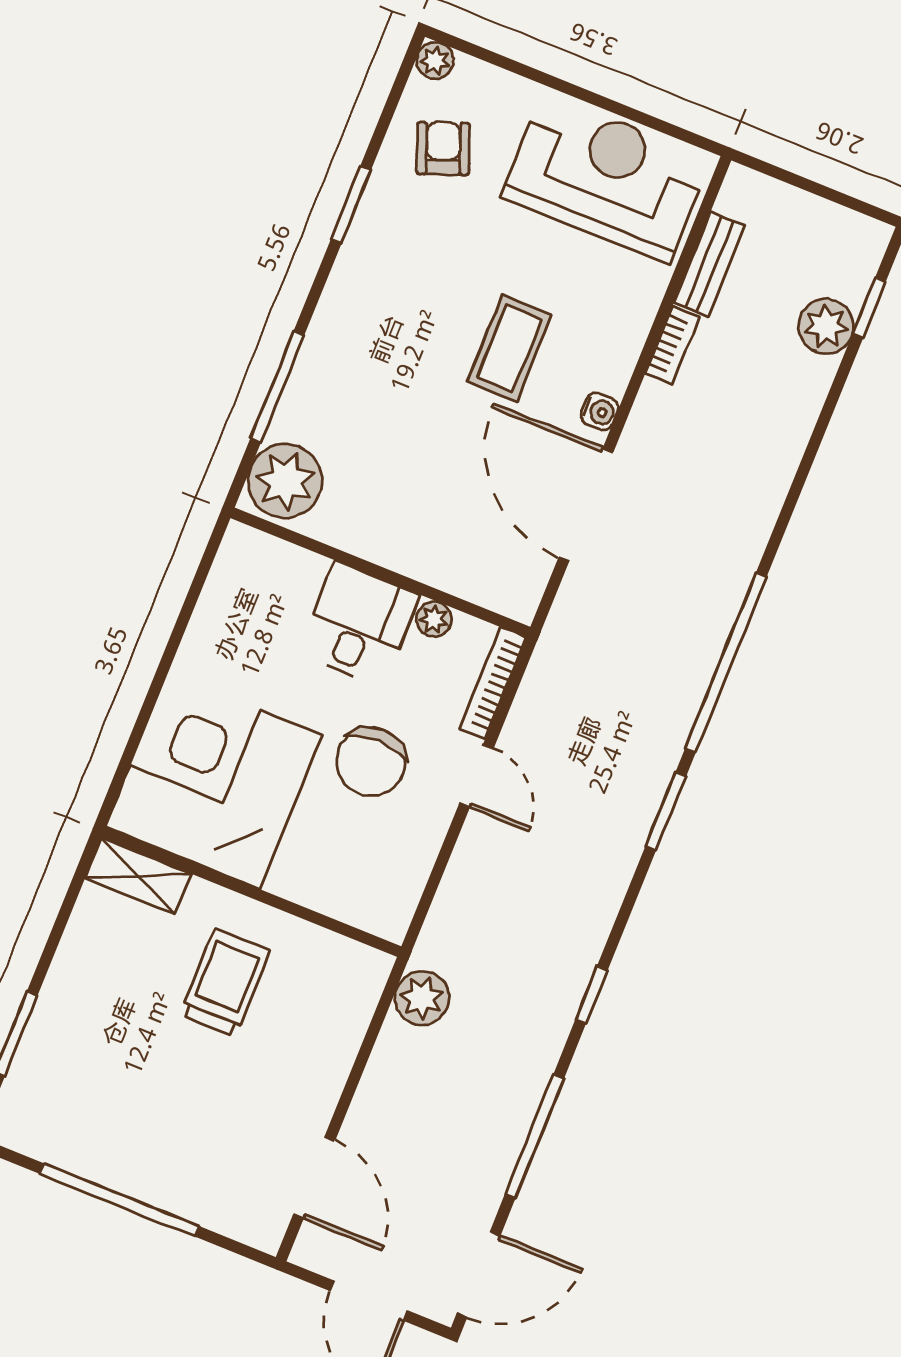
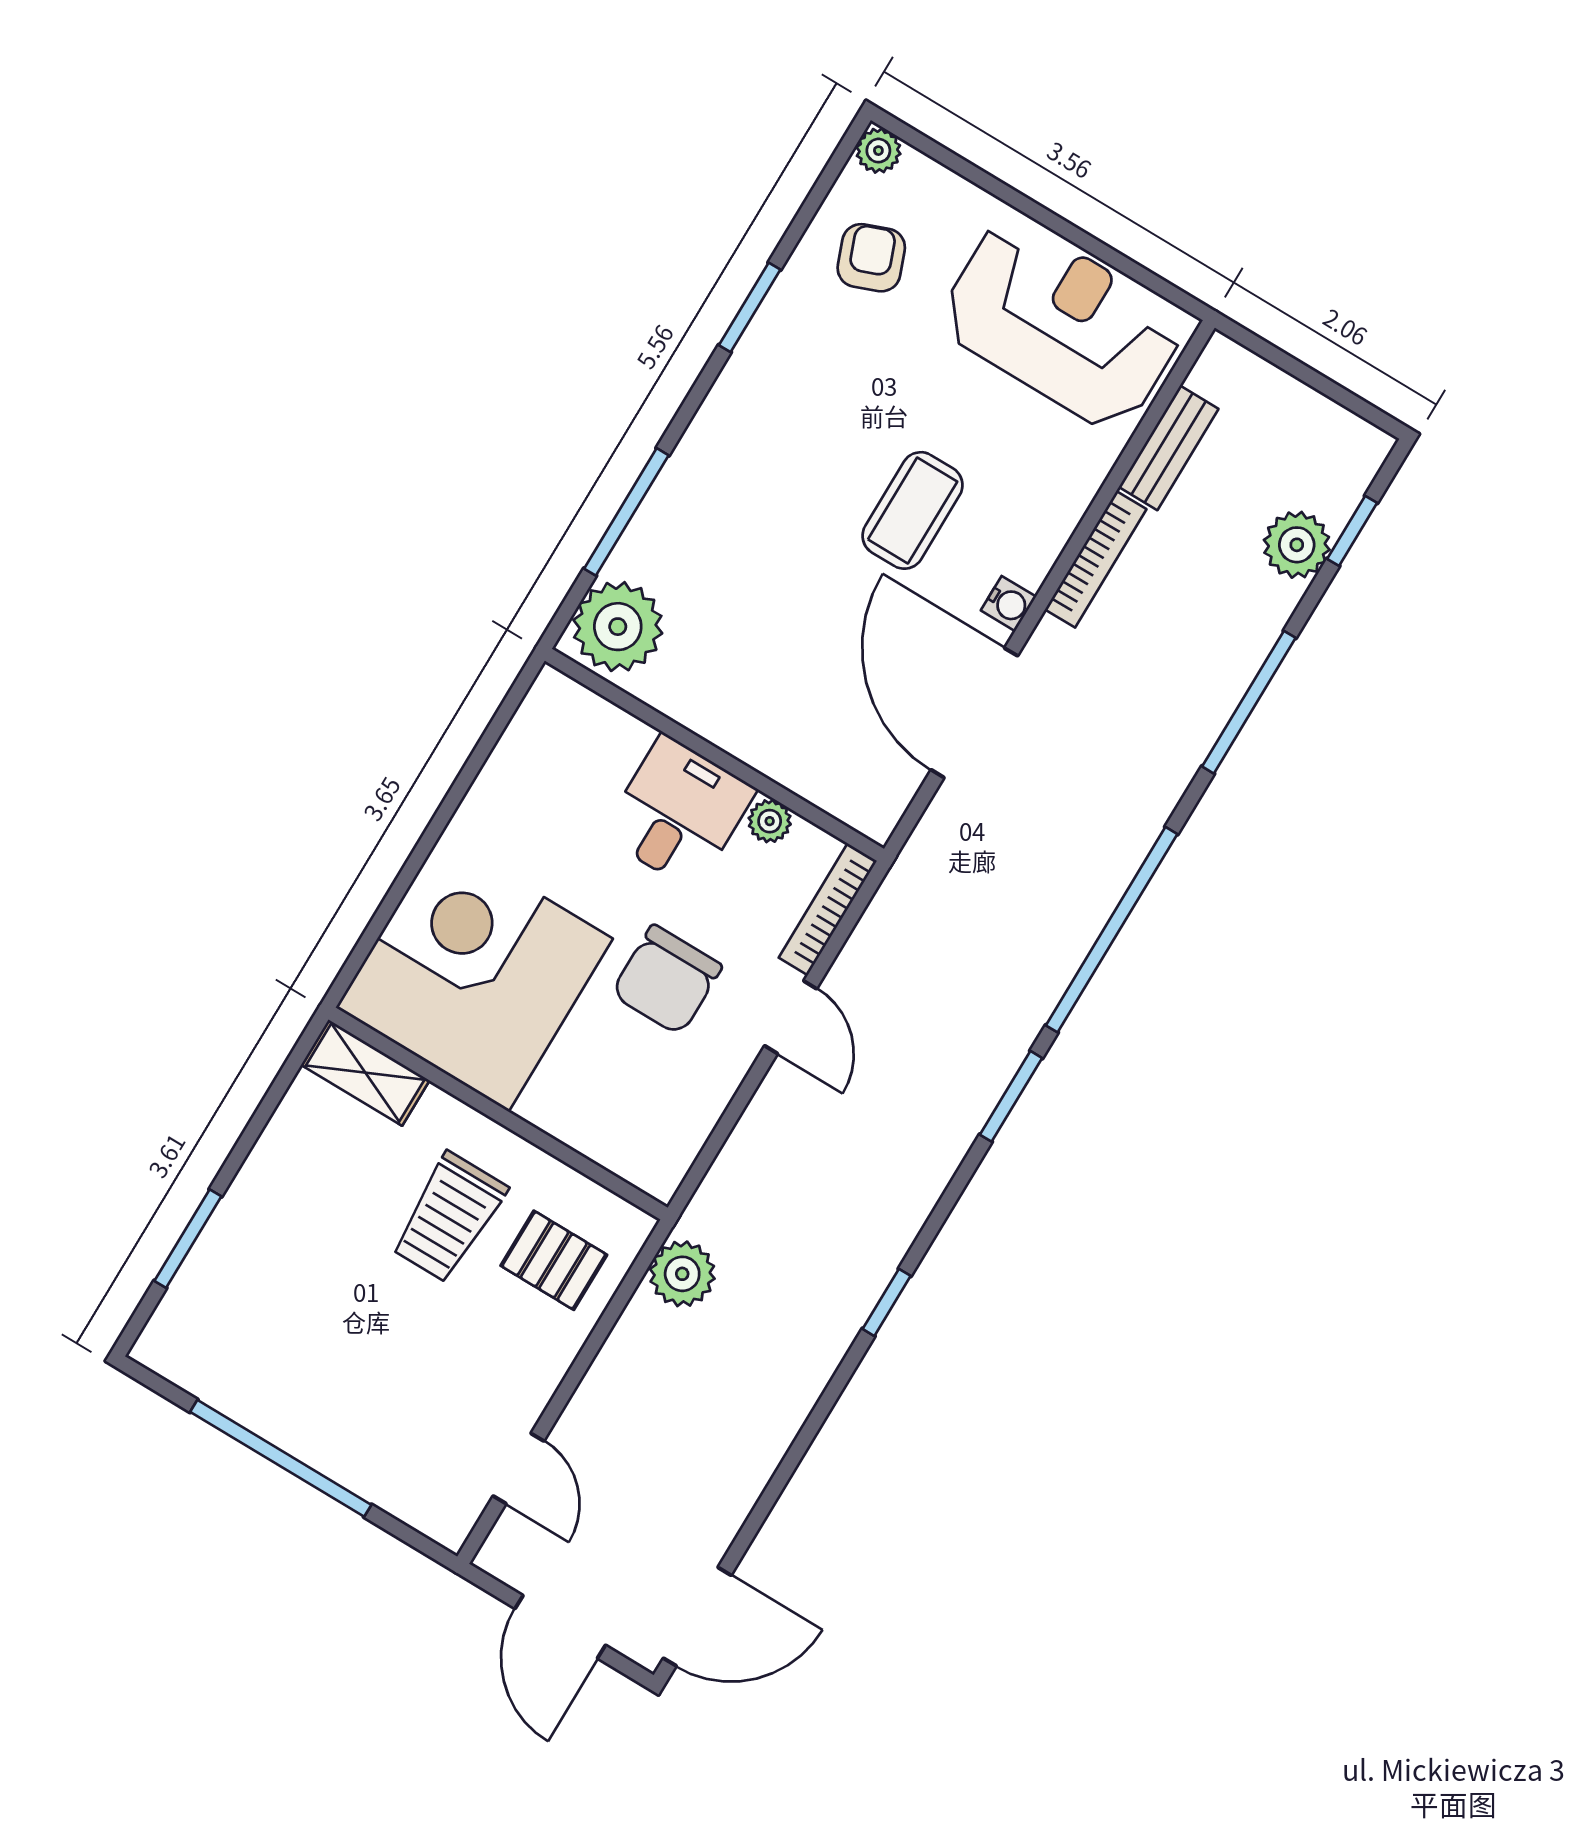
bookcase: (672, 345) -> (1096, 559), width x1.56
trolley: (225, 983) -> (449, 1217), turned 180
pallet: (316, 1004) -> (554, 1260), added
window: (534, 1136) -> (1249, 702), moved
door: (314, 1177) -> (518, 1468), width x0.73

